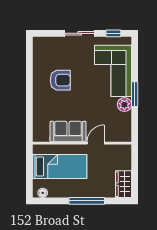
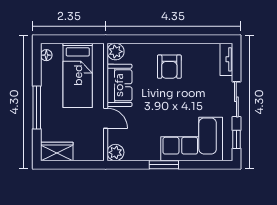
tv unit: (46, 42) -> (226, 59), added
armchair: (60, 80) -> (169, 67), moved
plant: (124, 105) -> (115, 152), moved
plant: (40, 135) -> (116, 52), added

